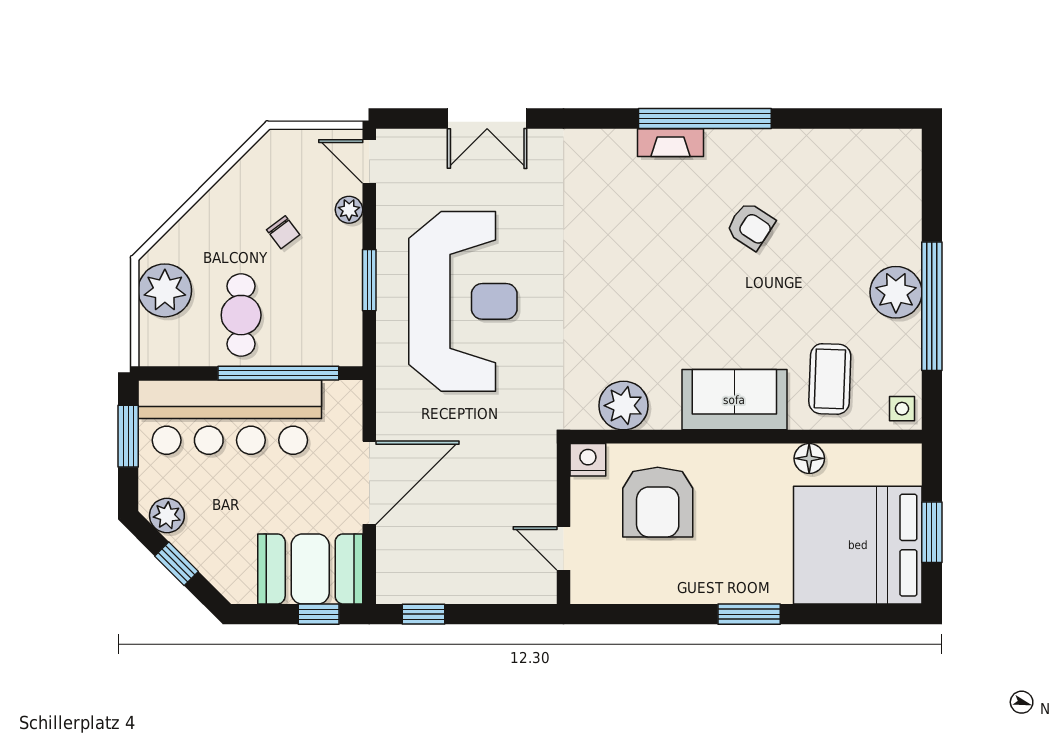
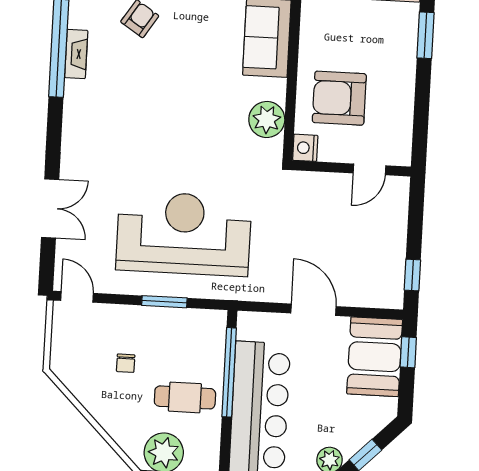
fireplace: (670, 143) -> (76, 54), moved
door: (369, 161) -> (77, 297), swing flipped
plant: (349, 210) -> (112, 314), removed
chair: (283, 232) -> (126, 363), turned 127
door: (369, 483) -> (313, 310), width x0.73
armchair: (658, 502) -> (339, 98), turned 180

